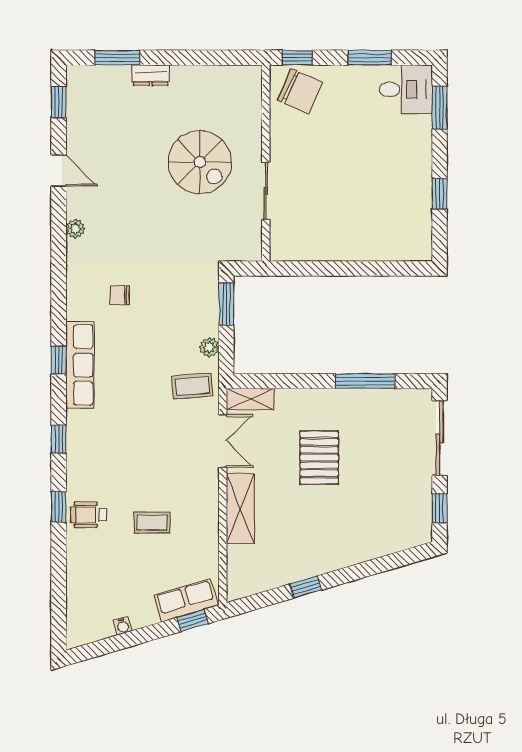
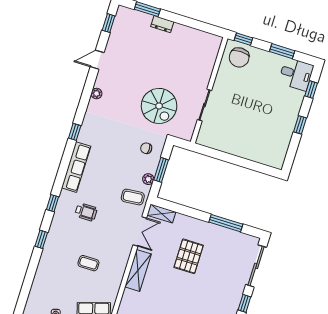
chair: (300, 91) -> (239, 57), turned 66
window: (440, 108) -> (311, 90), width x0.67
spiral stairs: (200, 162) -> (159, 106), moved
door: (59, 171) -> (97, 60), swing flipped
window: (440, 194) -> (300, 125), moved
chair: (120, 295) -> (146, 148), moved
window: (226, 304) -> (161, 170), moved
window: (59, 360) -> (75, 132), moved
wheelchair: (89, 515) -> (86, 212), moved, turned 180

